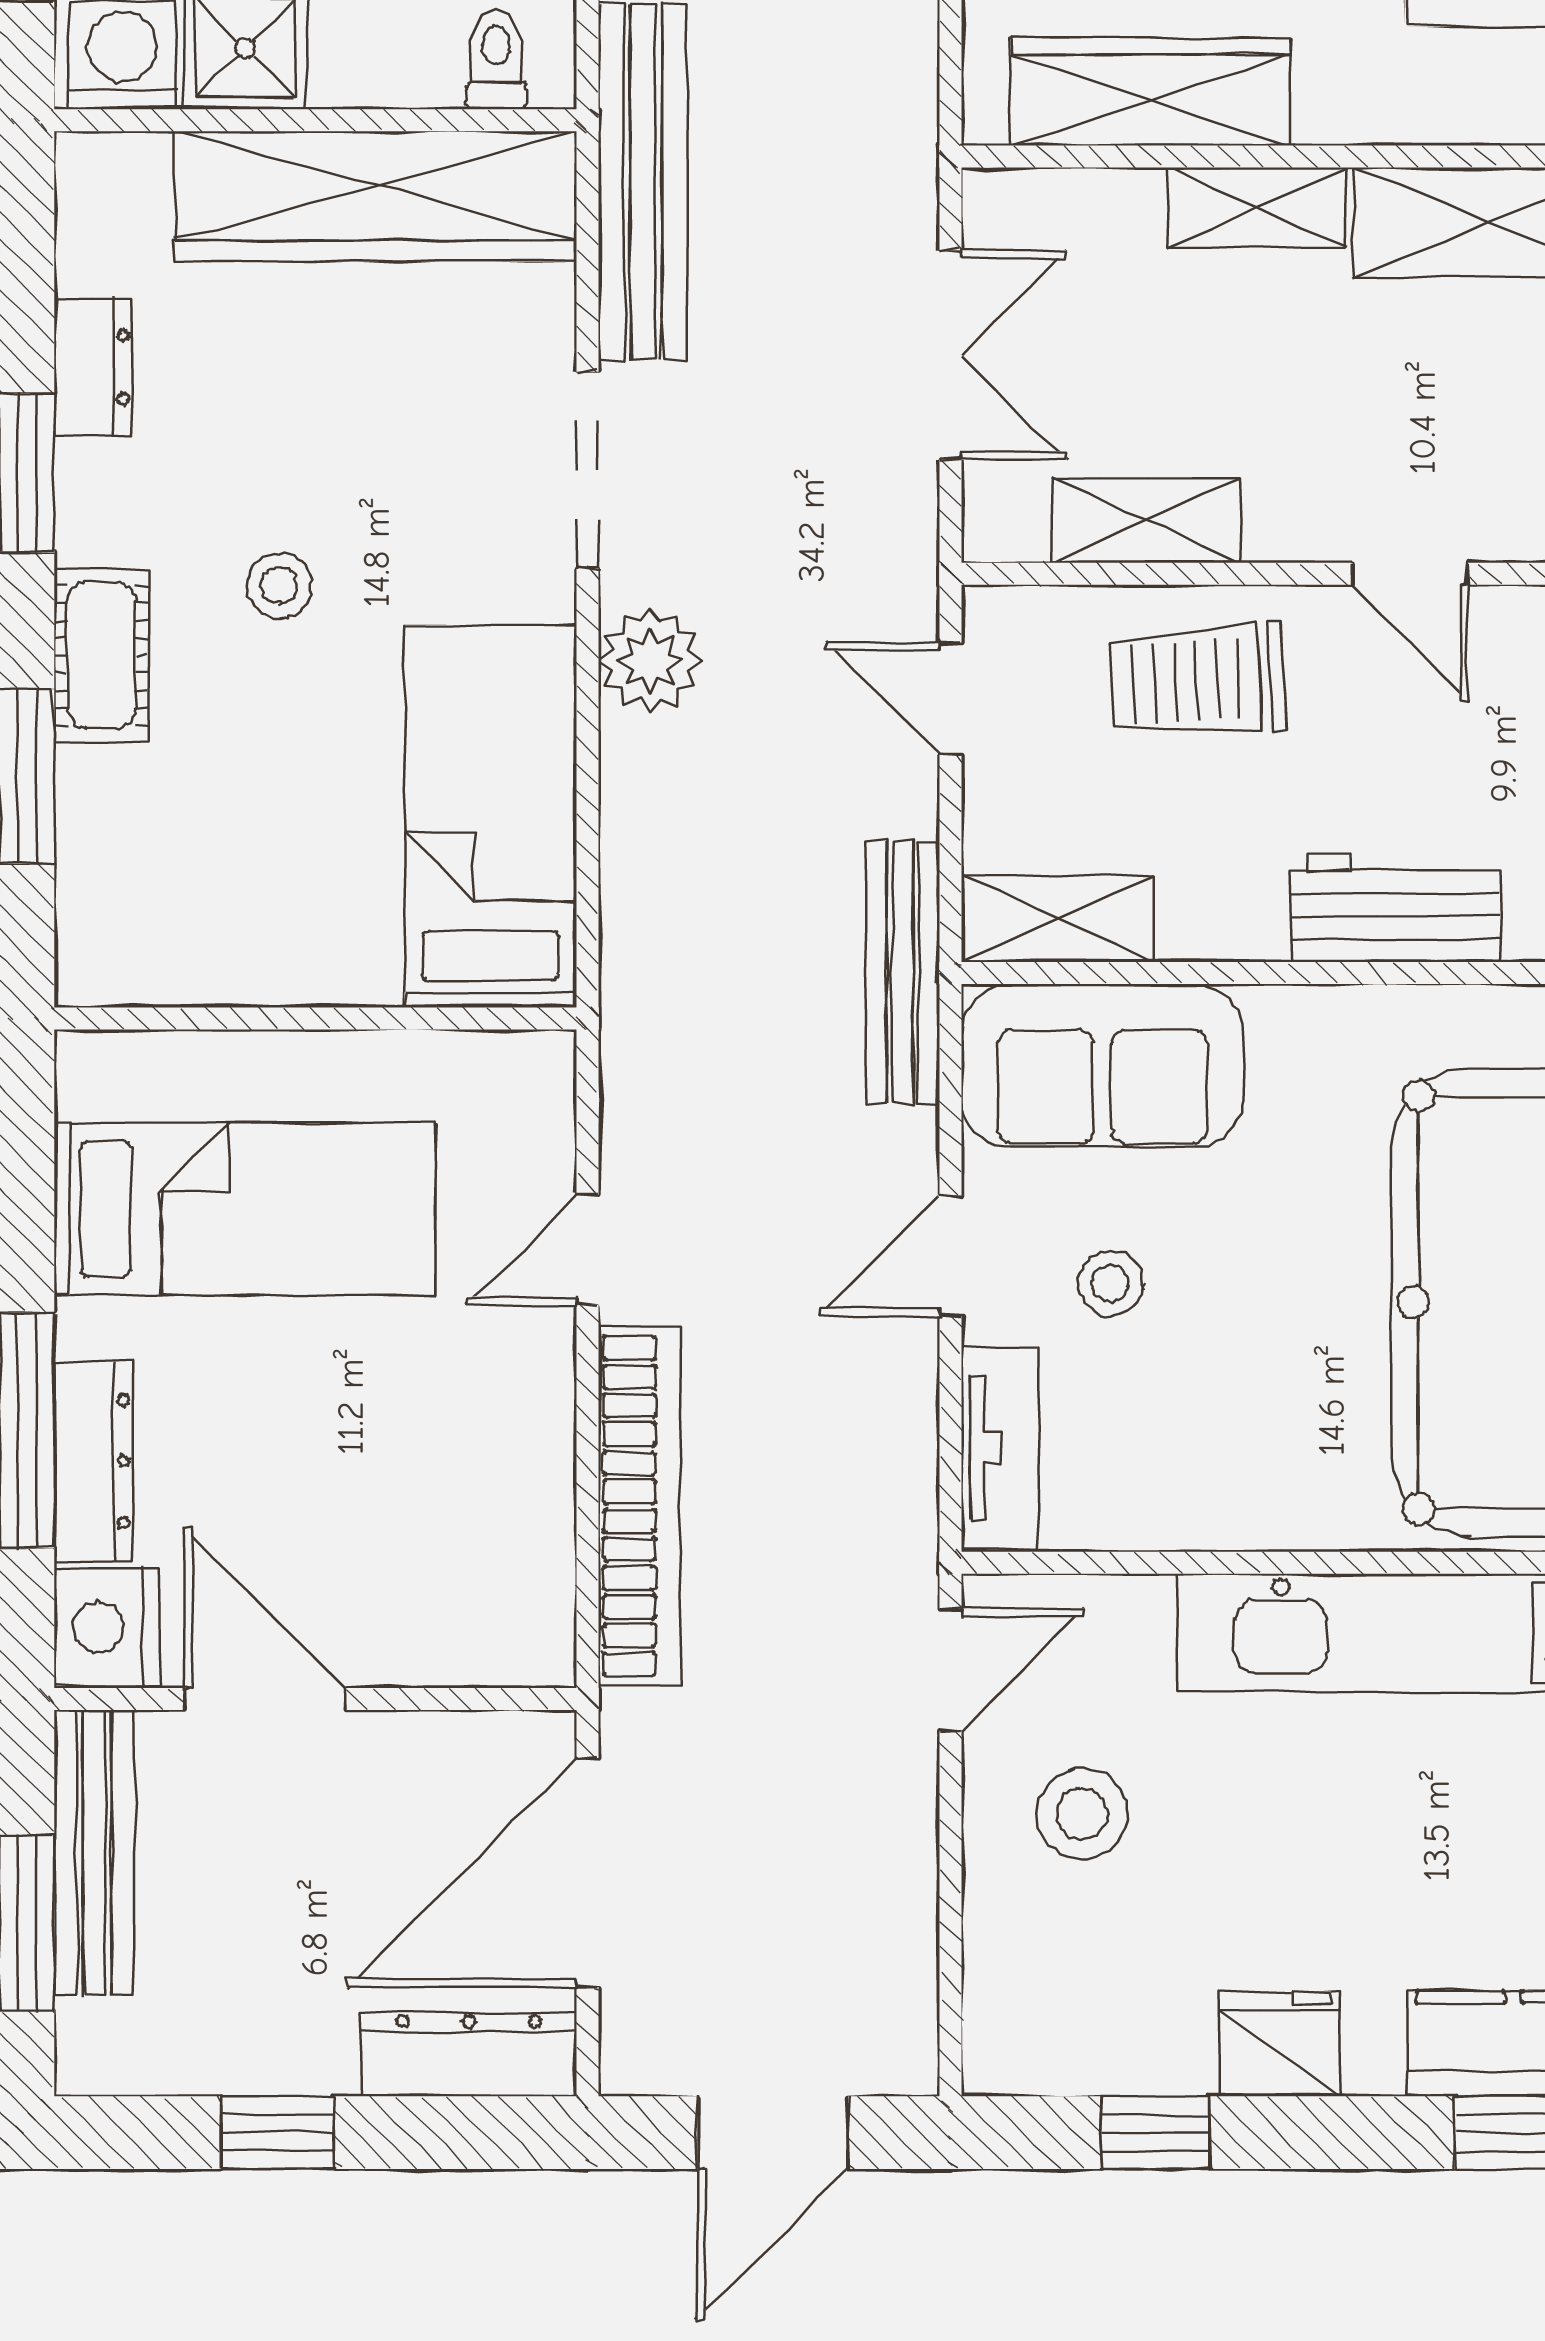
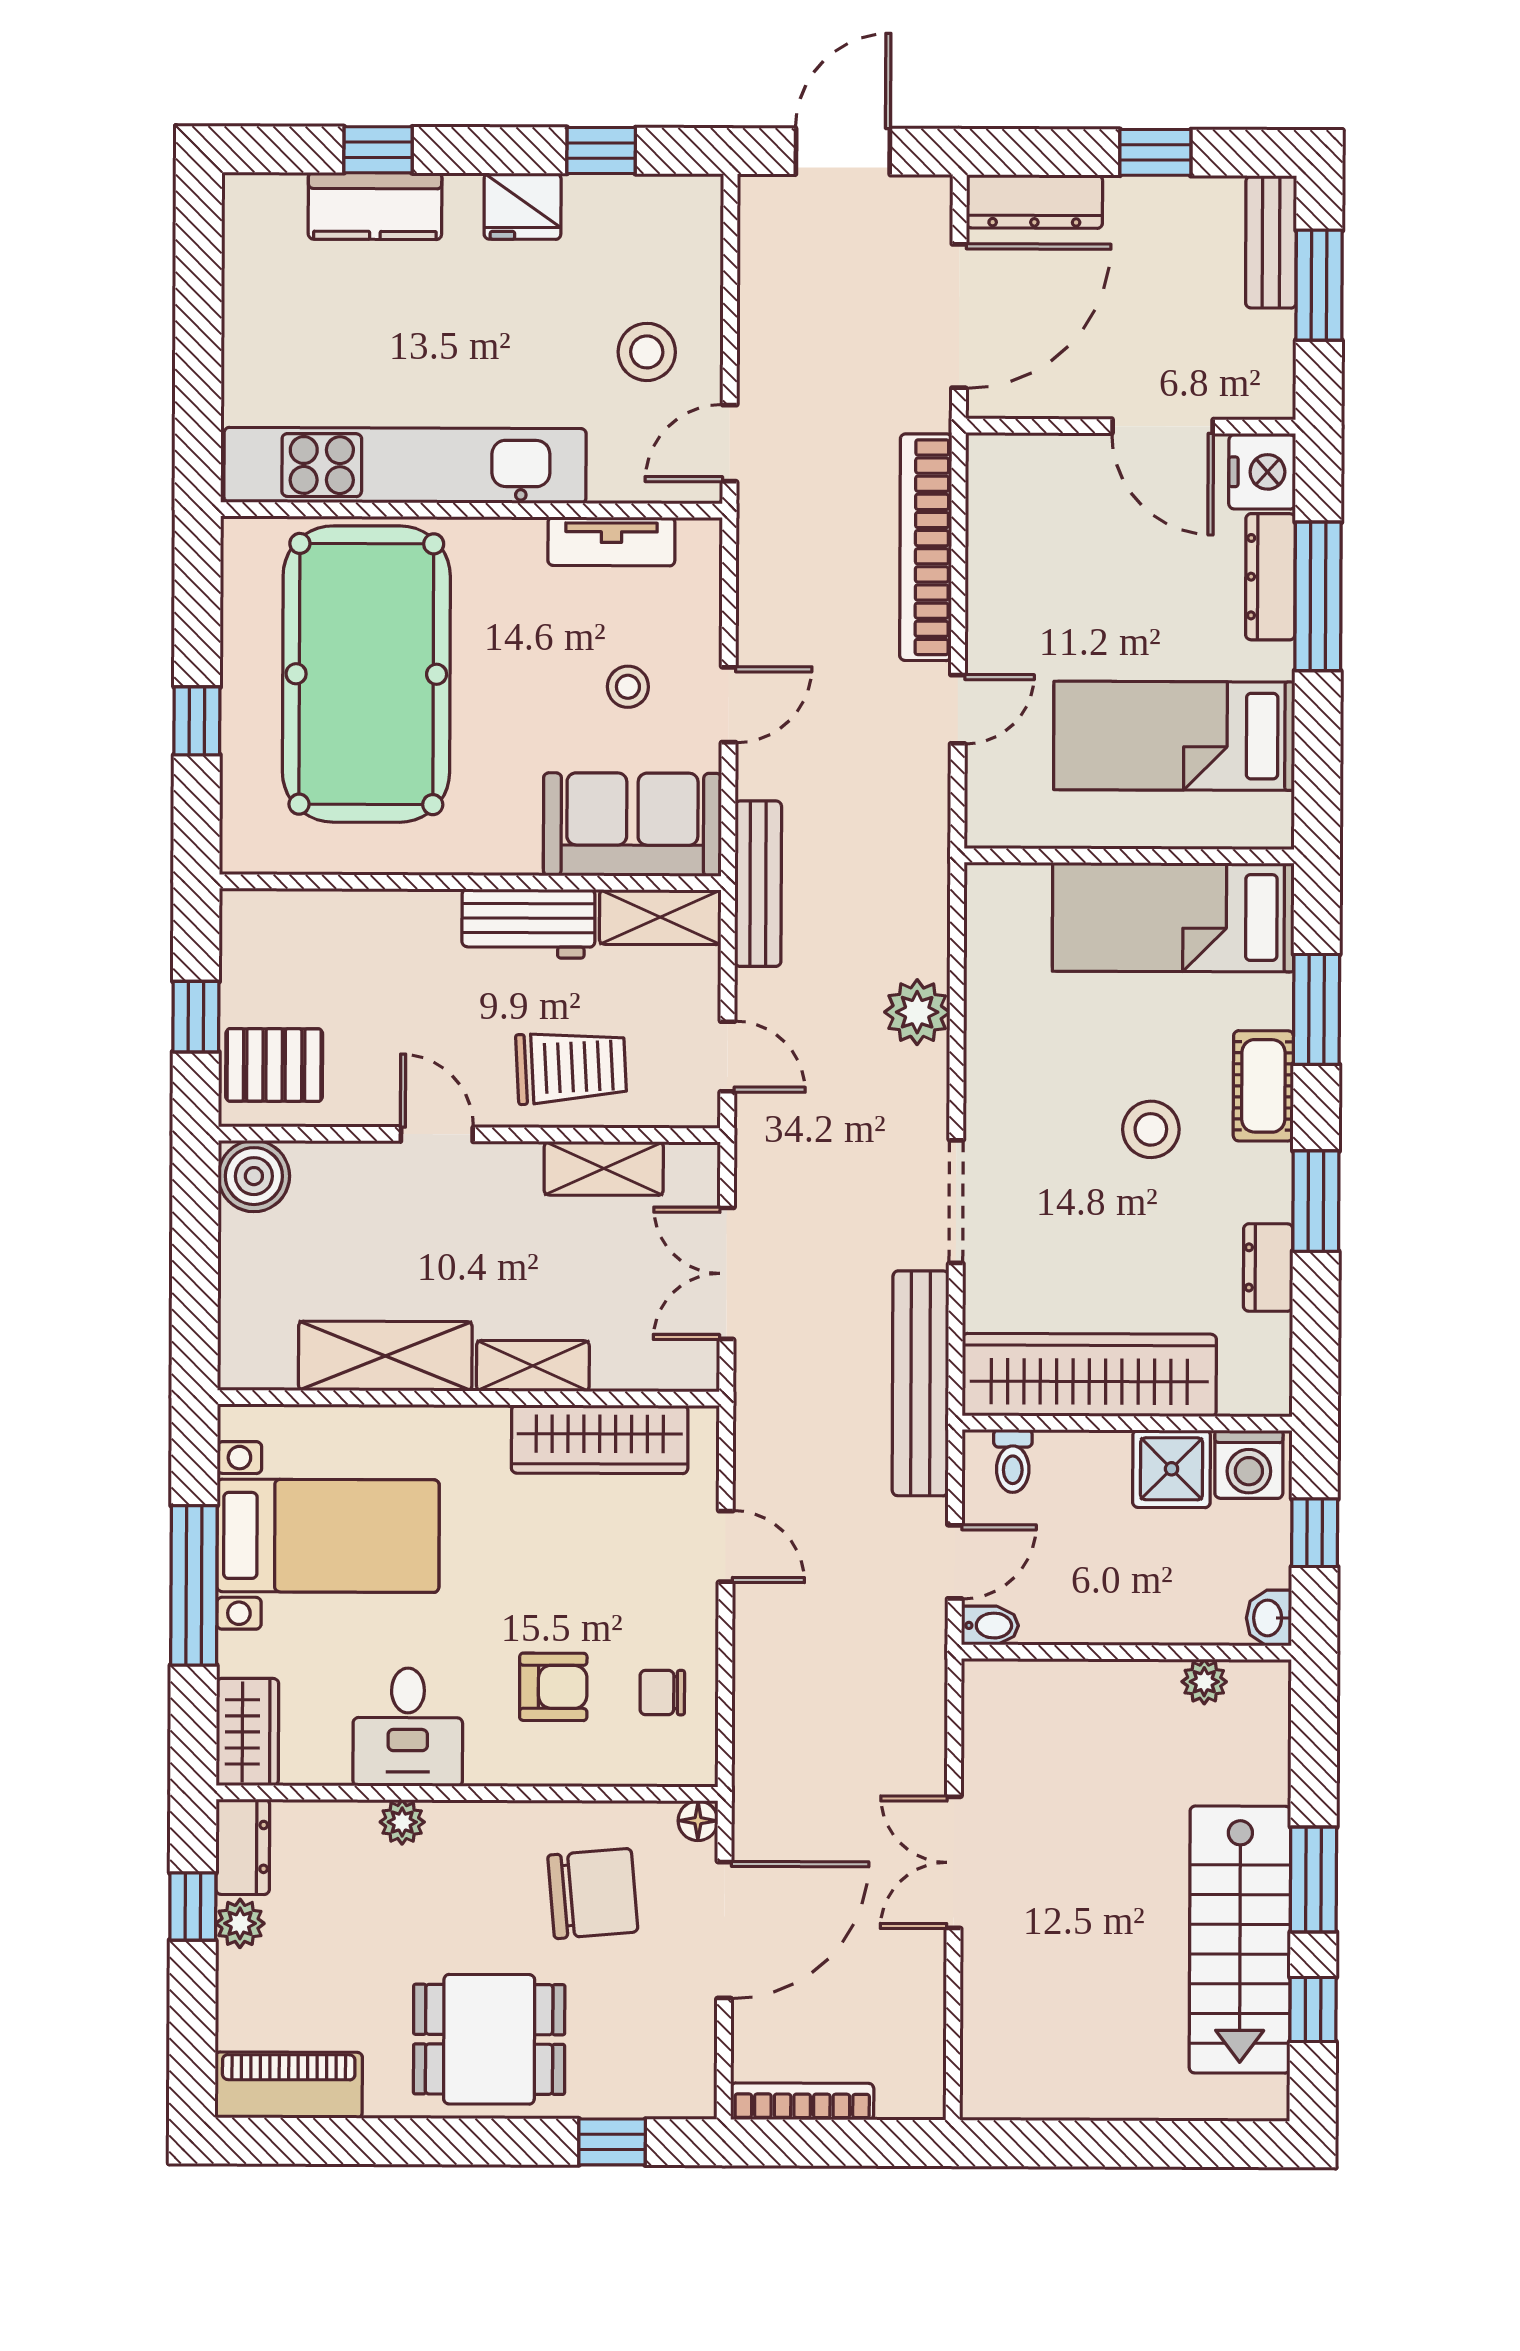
stool: (279, 585) -> (1151, 1129), width x1.37, depth x1.37
plant: (650, 661) -> (917, 1012), moved
bed: (491, 816) -> (1173, 917), moved, turned 90
workbench: (1395, 908) -> (528, 924), moved
tv unit: (1000, 1448) -> (611, 541), moved, turned -90
bench: (94, 1853) -> (1271, 242), moved, width x0.73

